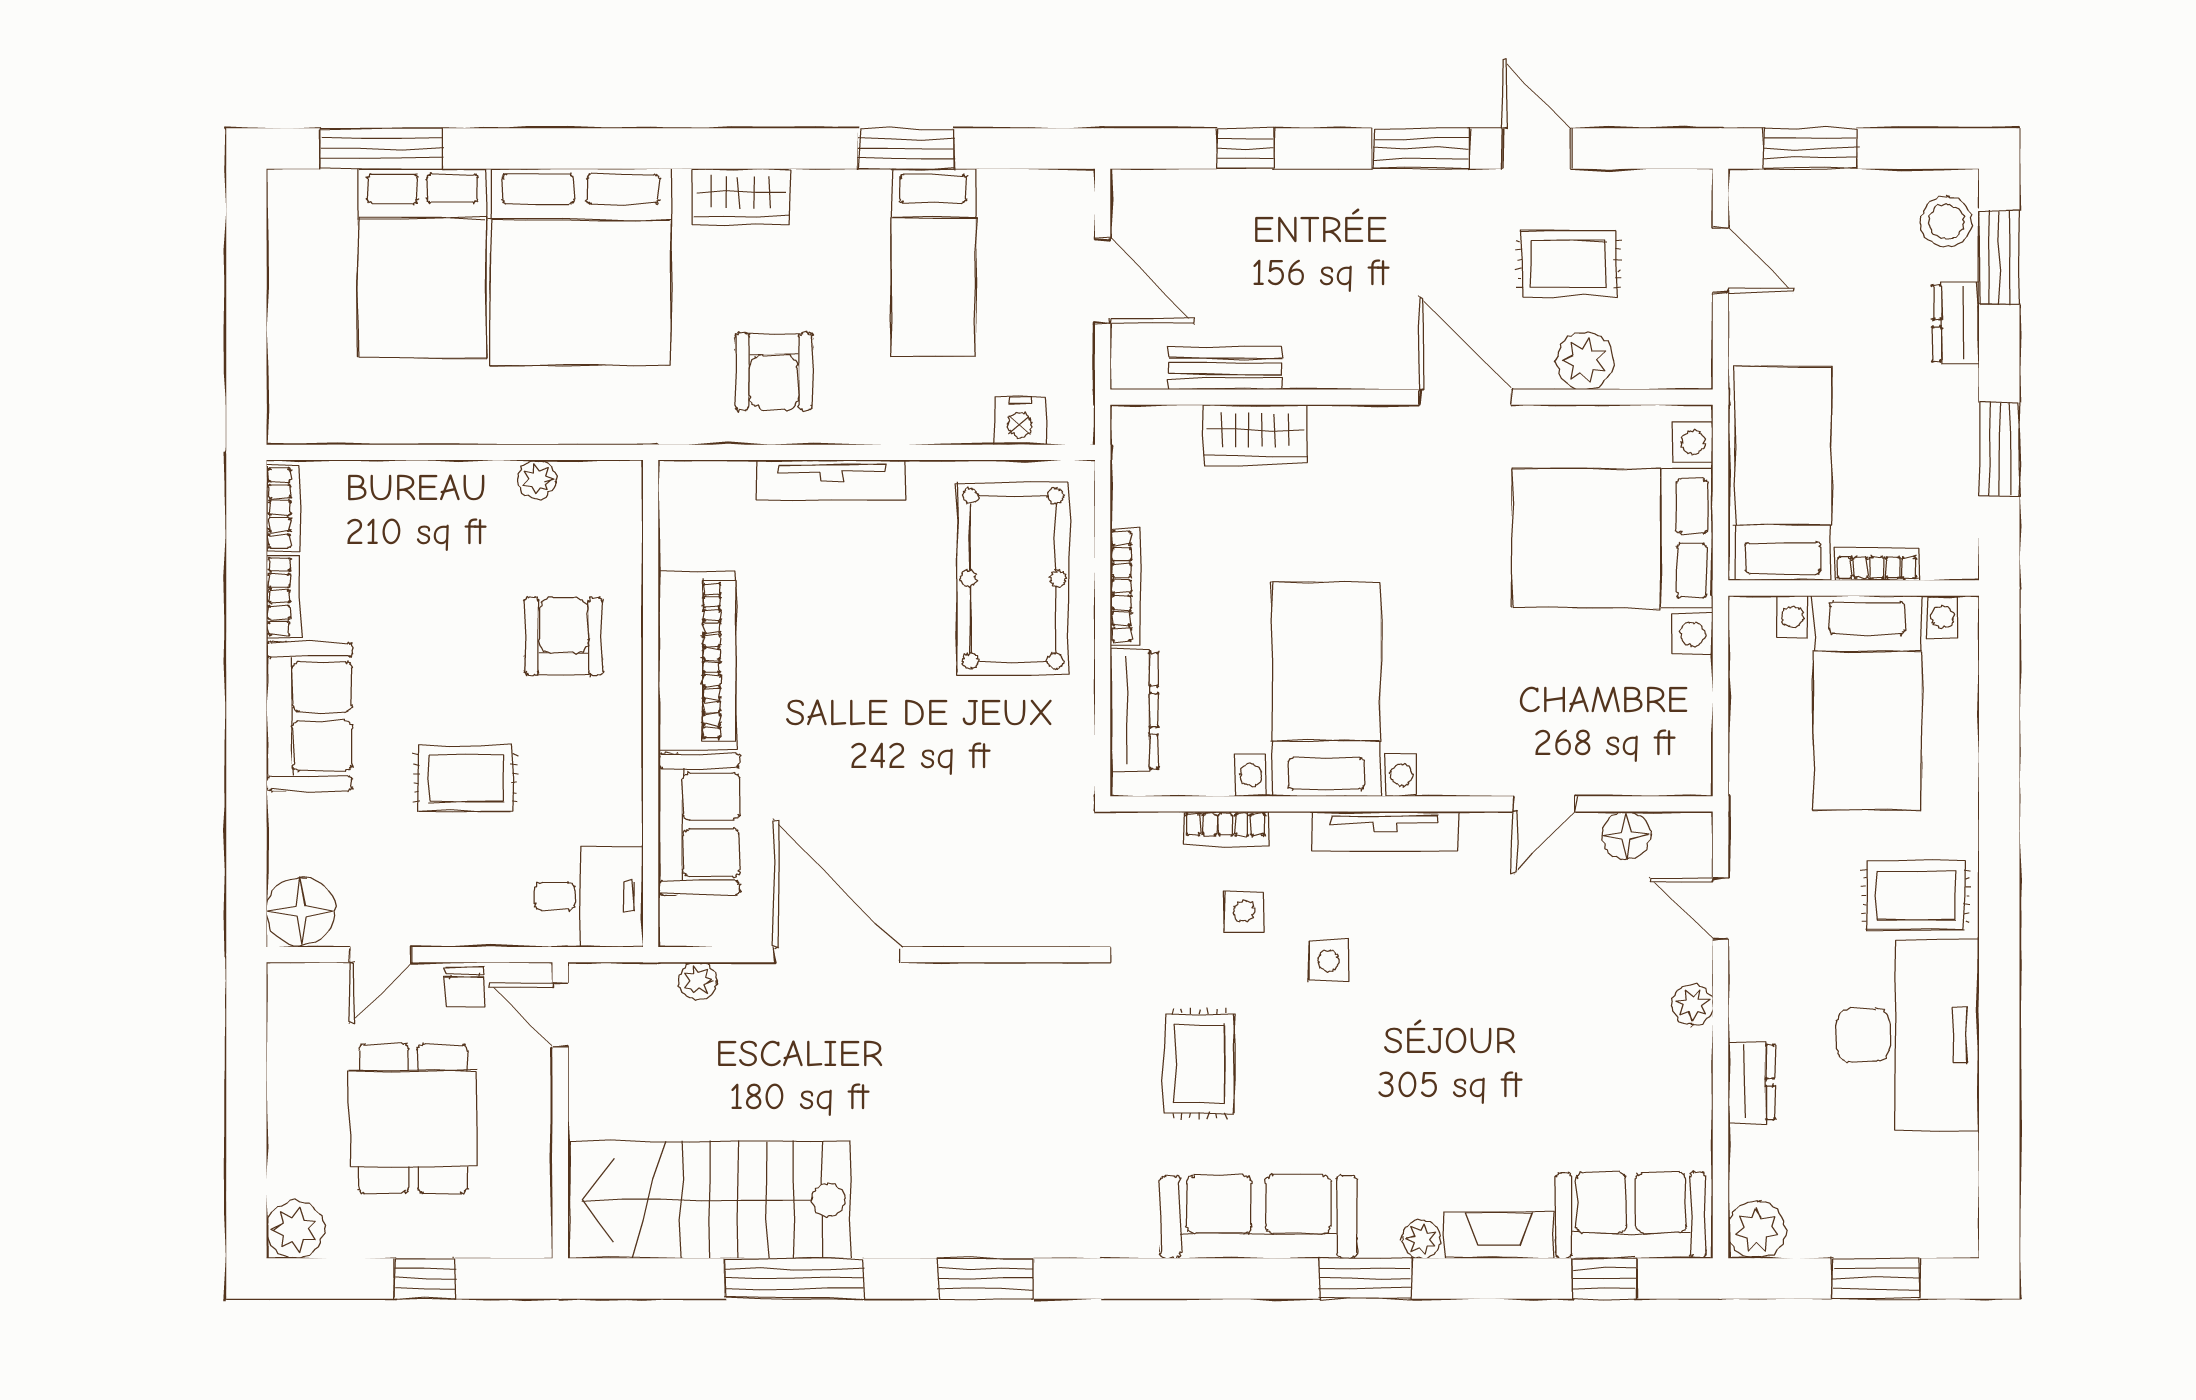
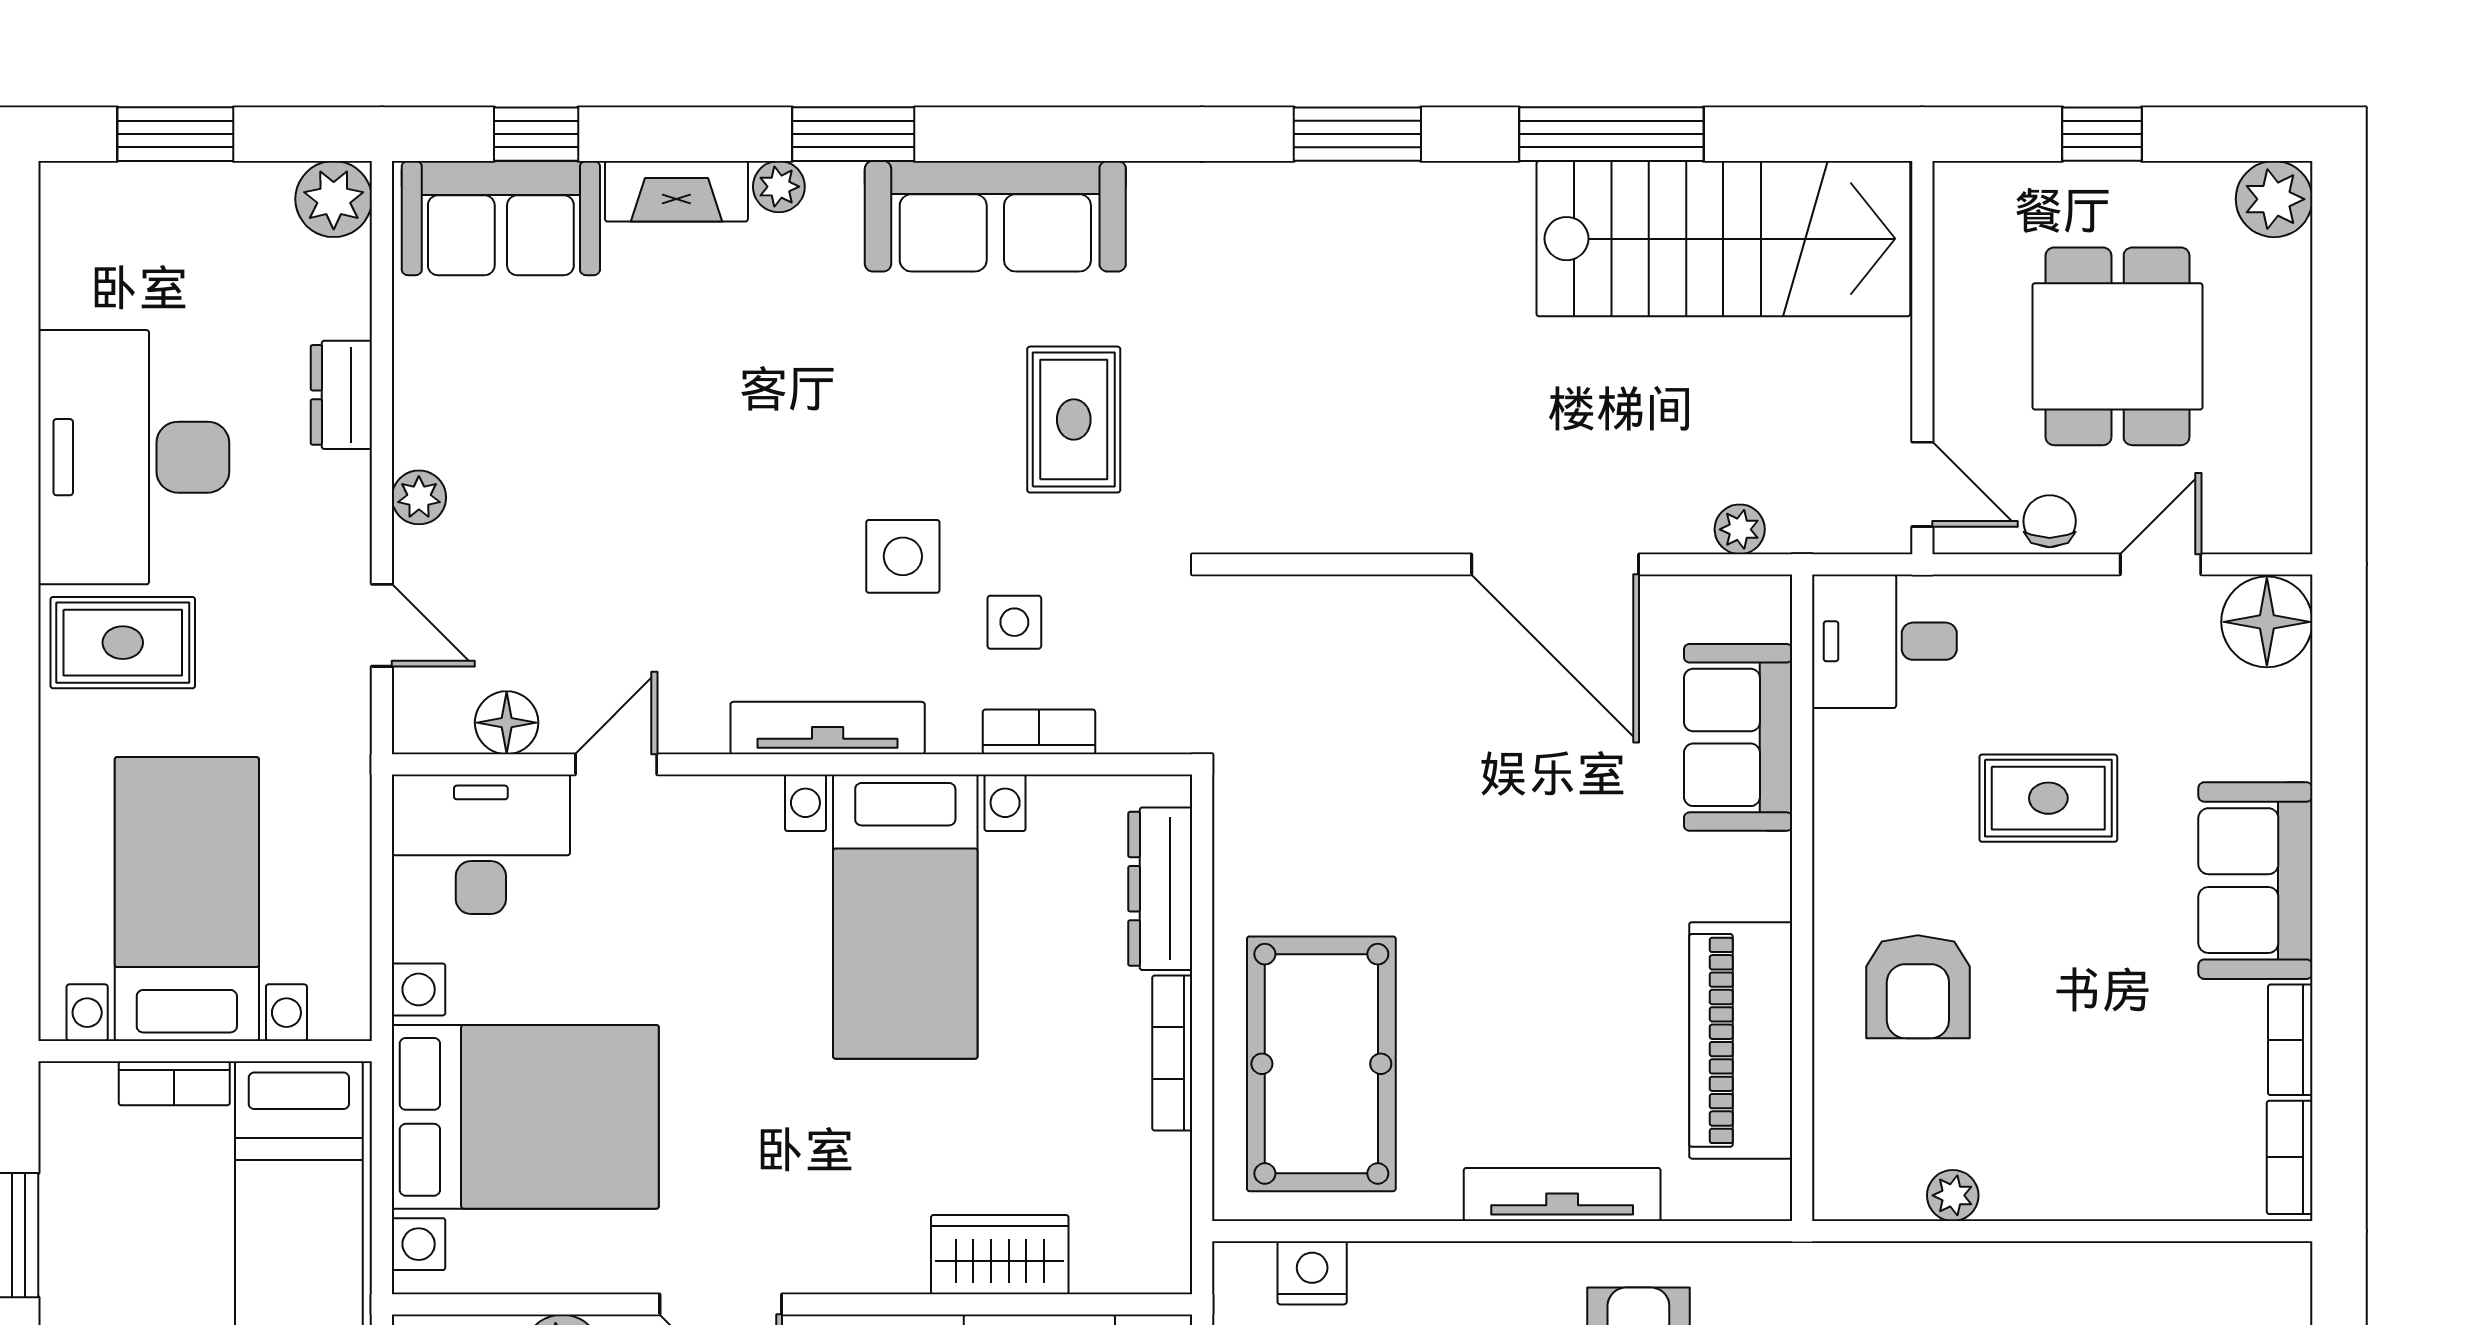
piano: (697, 661) -> (1741, 1040), moved
desk: (1646, 744) -> (481, 844), added
side table: (1328, 961) -> (903, 556), width x1.37, depth x1.37

